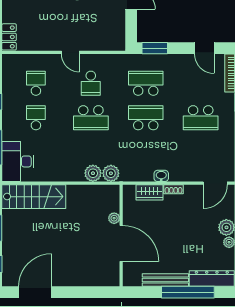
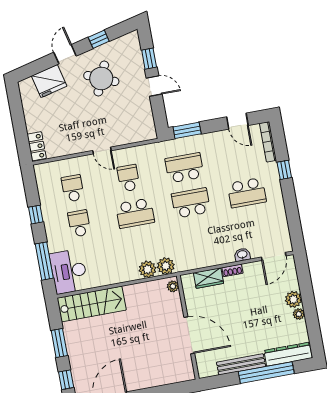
school desk: (91, 83) -> (129, 178), turned 180
washbasin: (161, 176) -> (242, 255), moved
plant: (114, 218) -> (173, 286), moved

